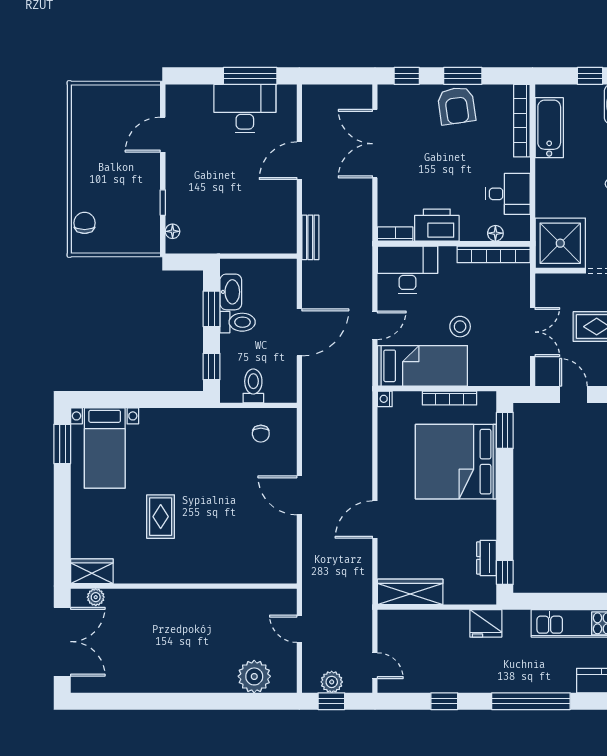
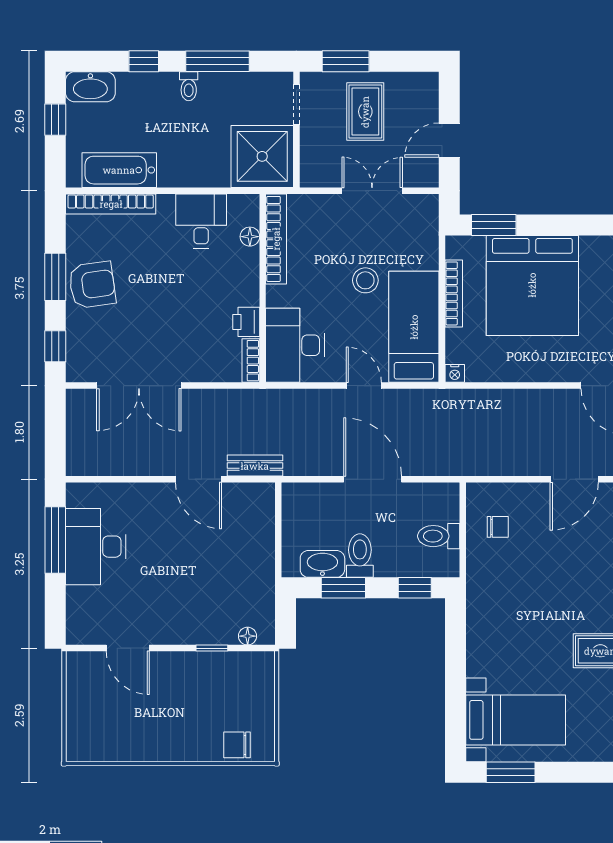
door: (299, 161) -> (199, 479), moved
printer: (437, 225) -> (246, 322), width x0.53, depth x0.68

